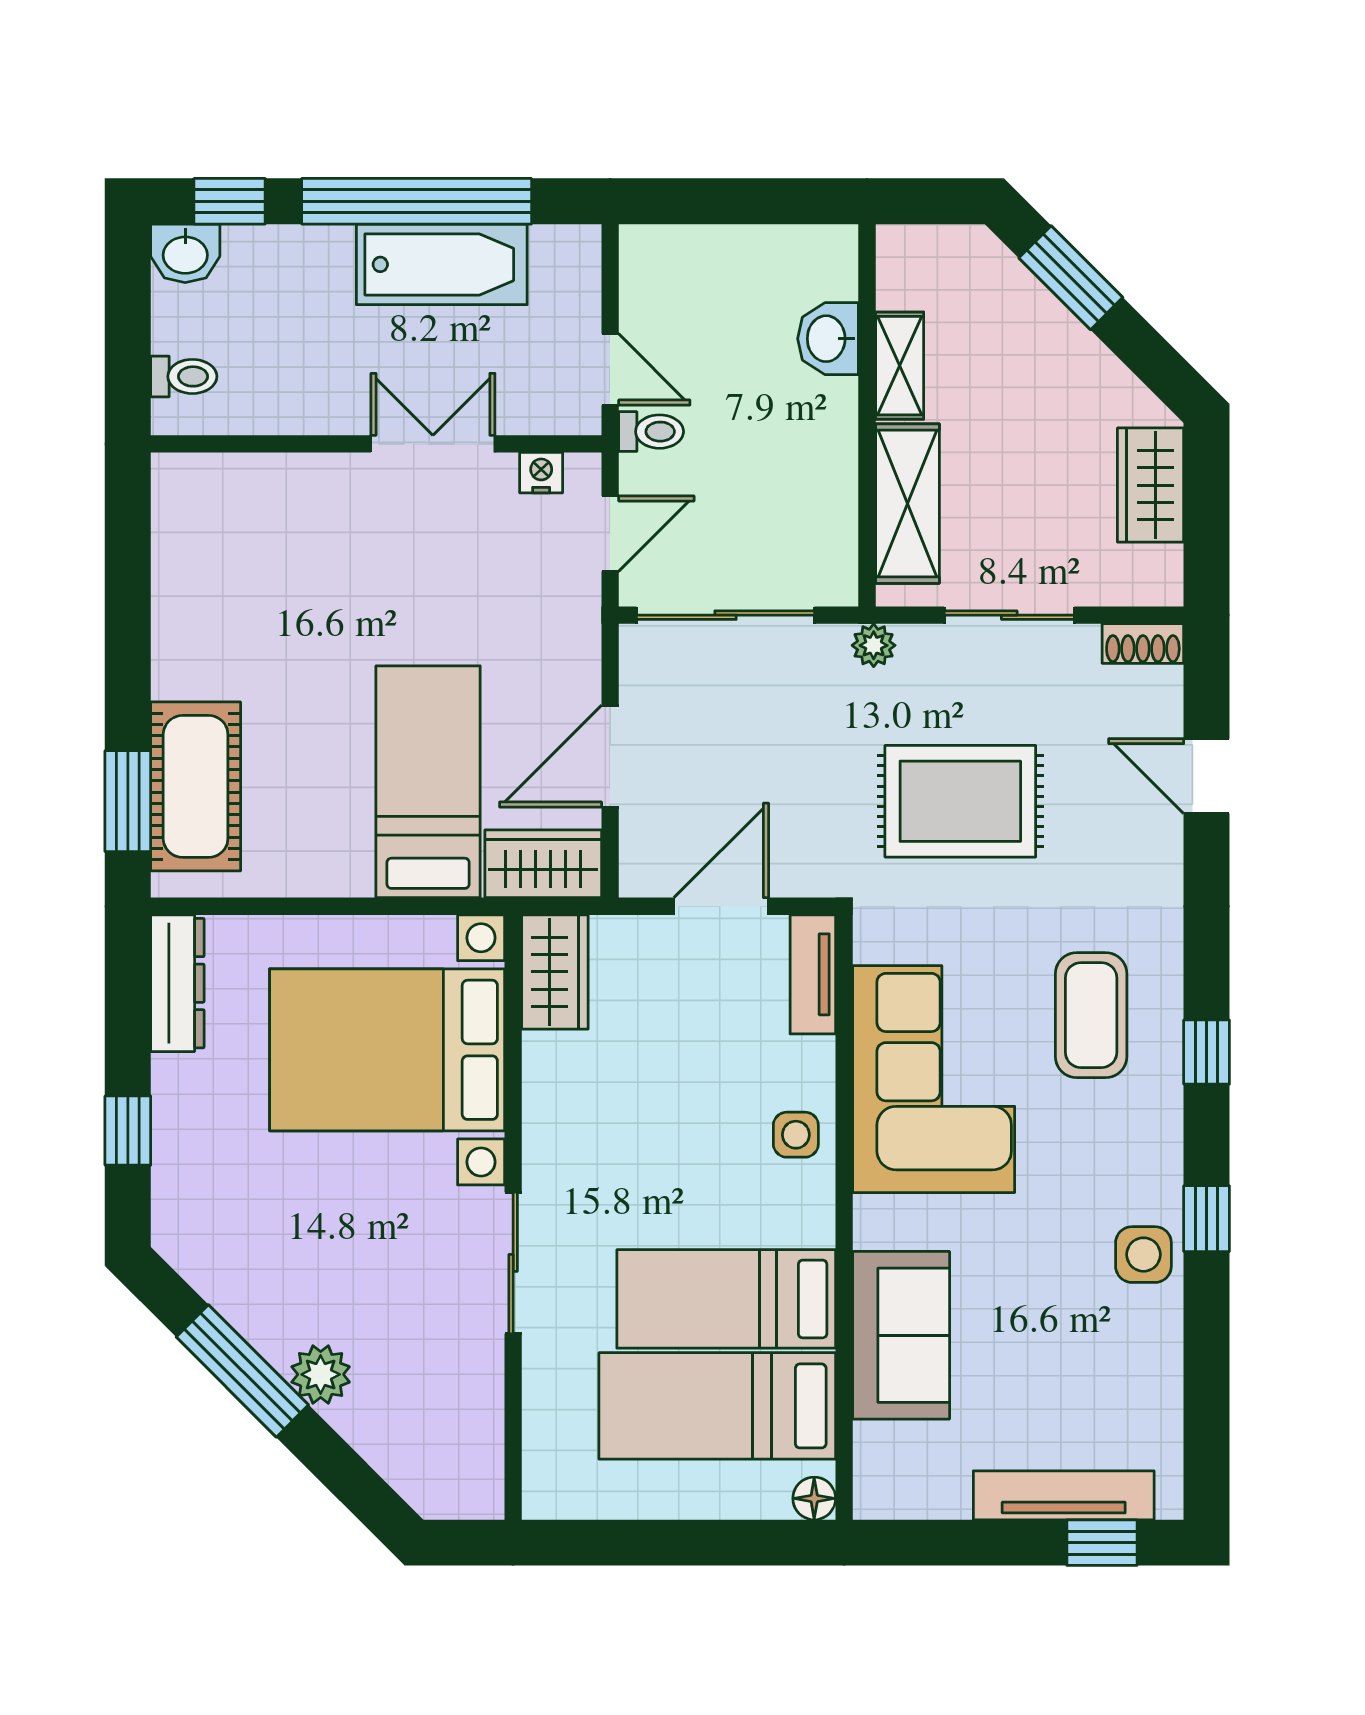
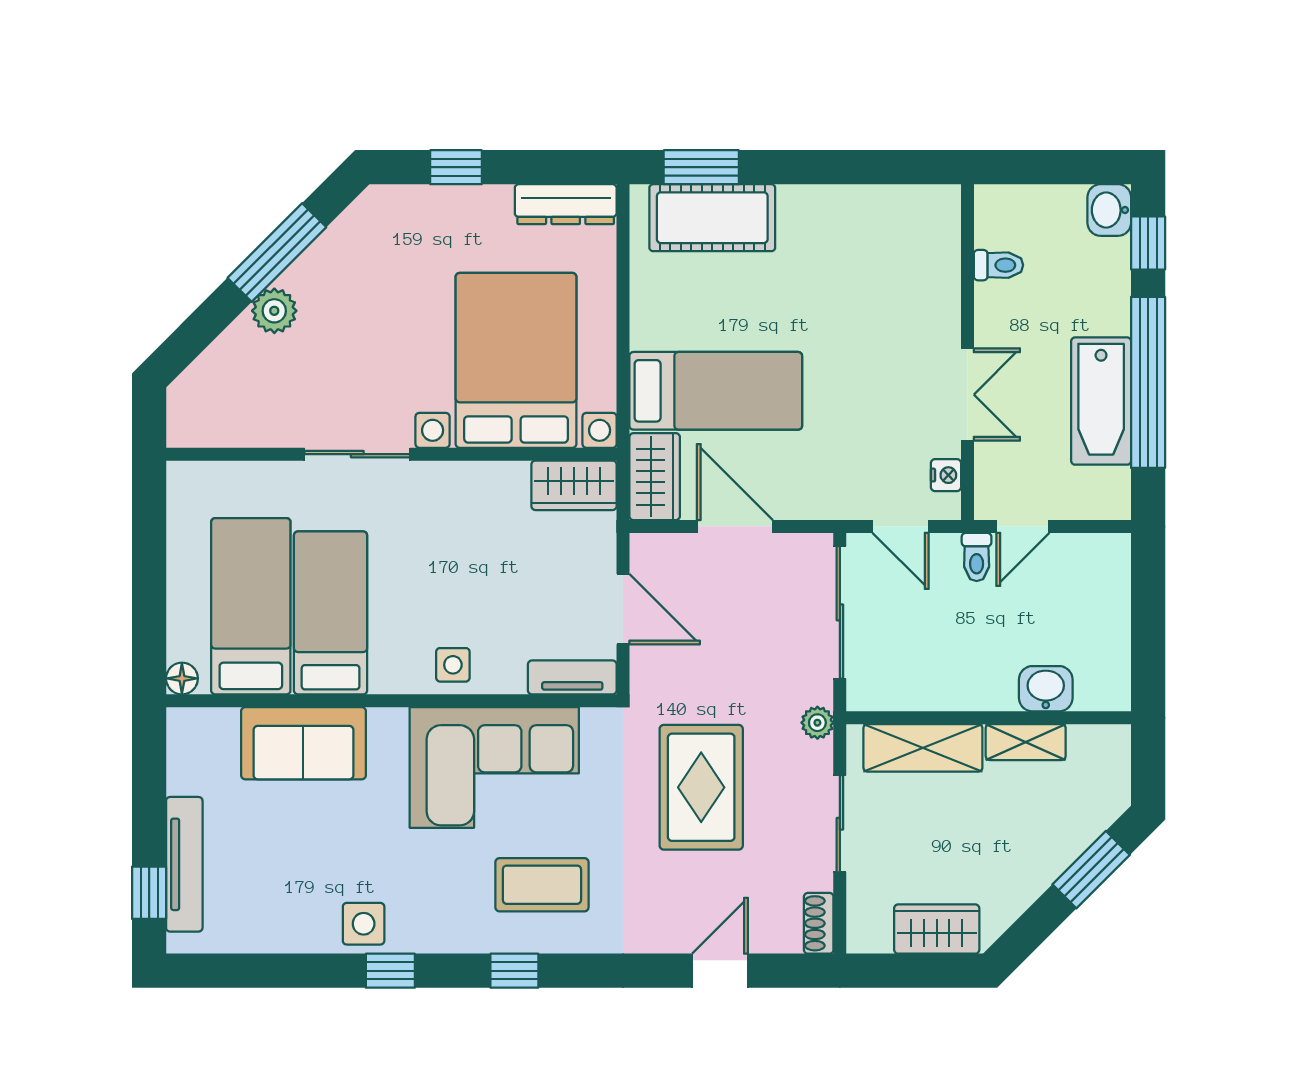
toilet: (184, 376) -> (998, 265), moved, turned -90

